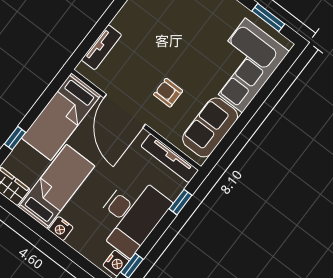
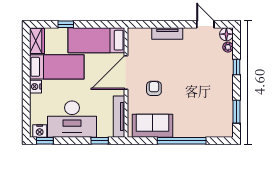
tv unit: (102, 47) -> (167, 33), moved
corner sofa: (244, 65) -> (200, 118), removed
window: (253, 107) -> (182, 141), added

